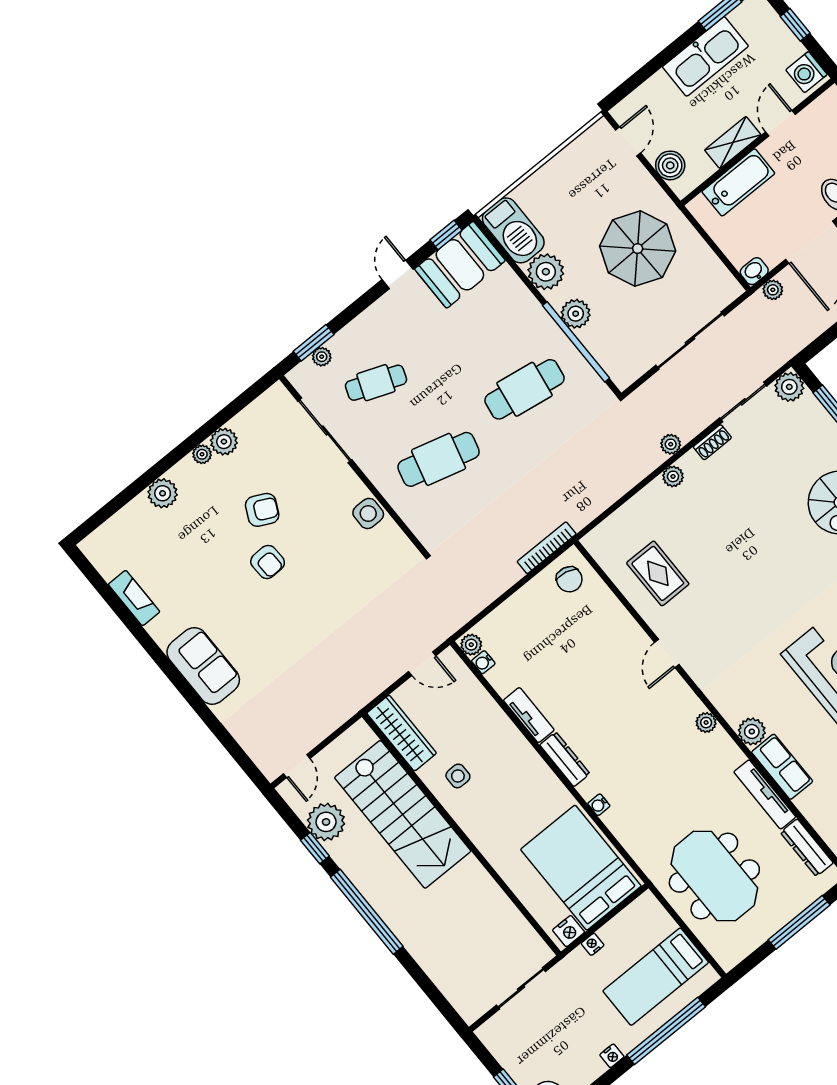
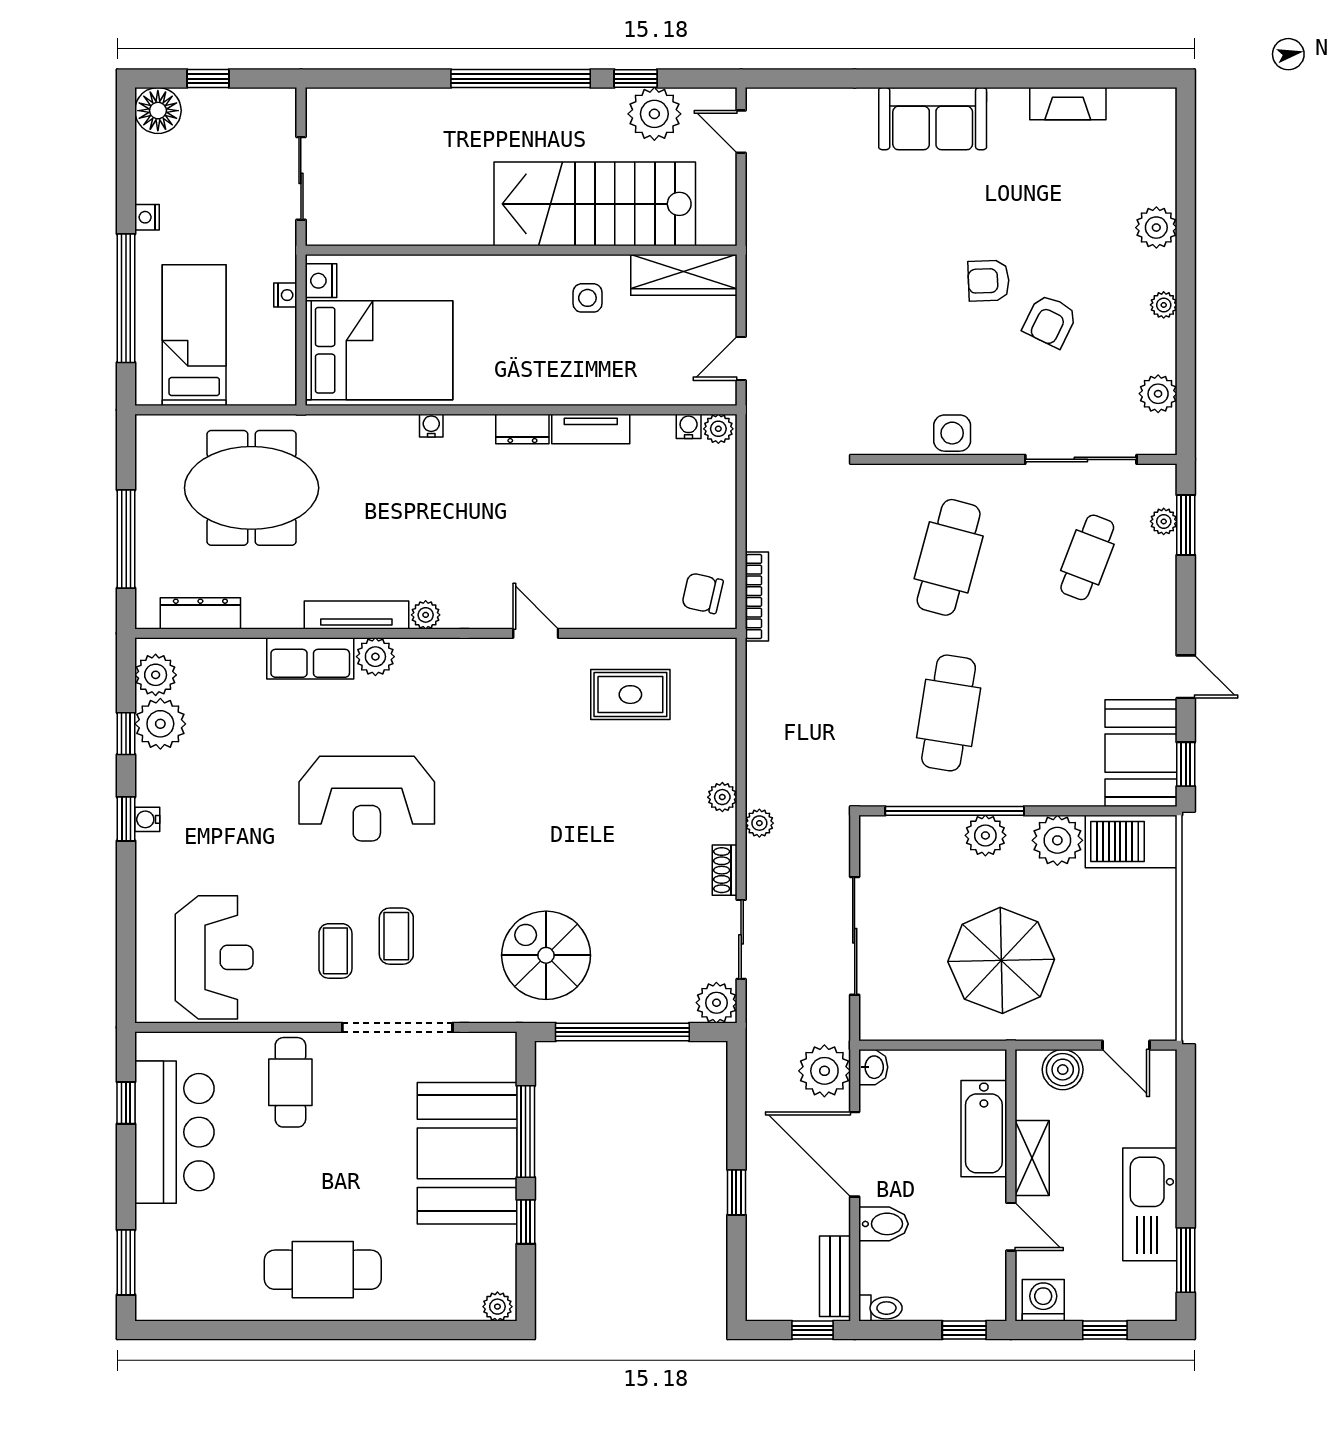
plant: (773, 290) -> (824, 1071), width x1.88, depth x1.88
plant: (224, 442) -> (1158, 394), moved
dresser: (565, 759) -> (522, 429), width x0.70
tv unit: (765, 794) -> (356, 615), moved

